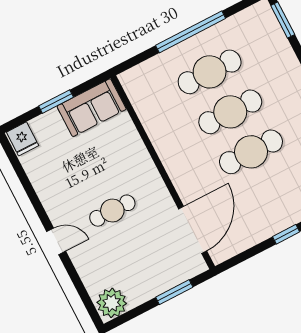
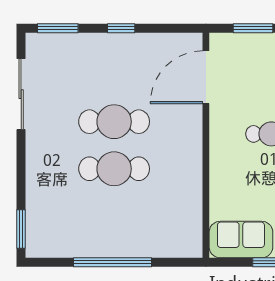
cafe table: (210, 72) -> (114, 216), removed

